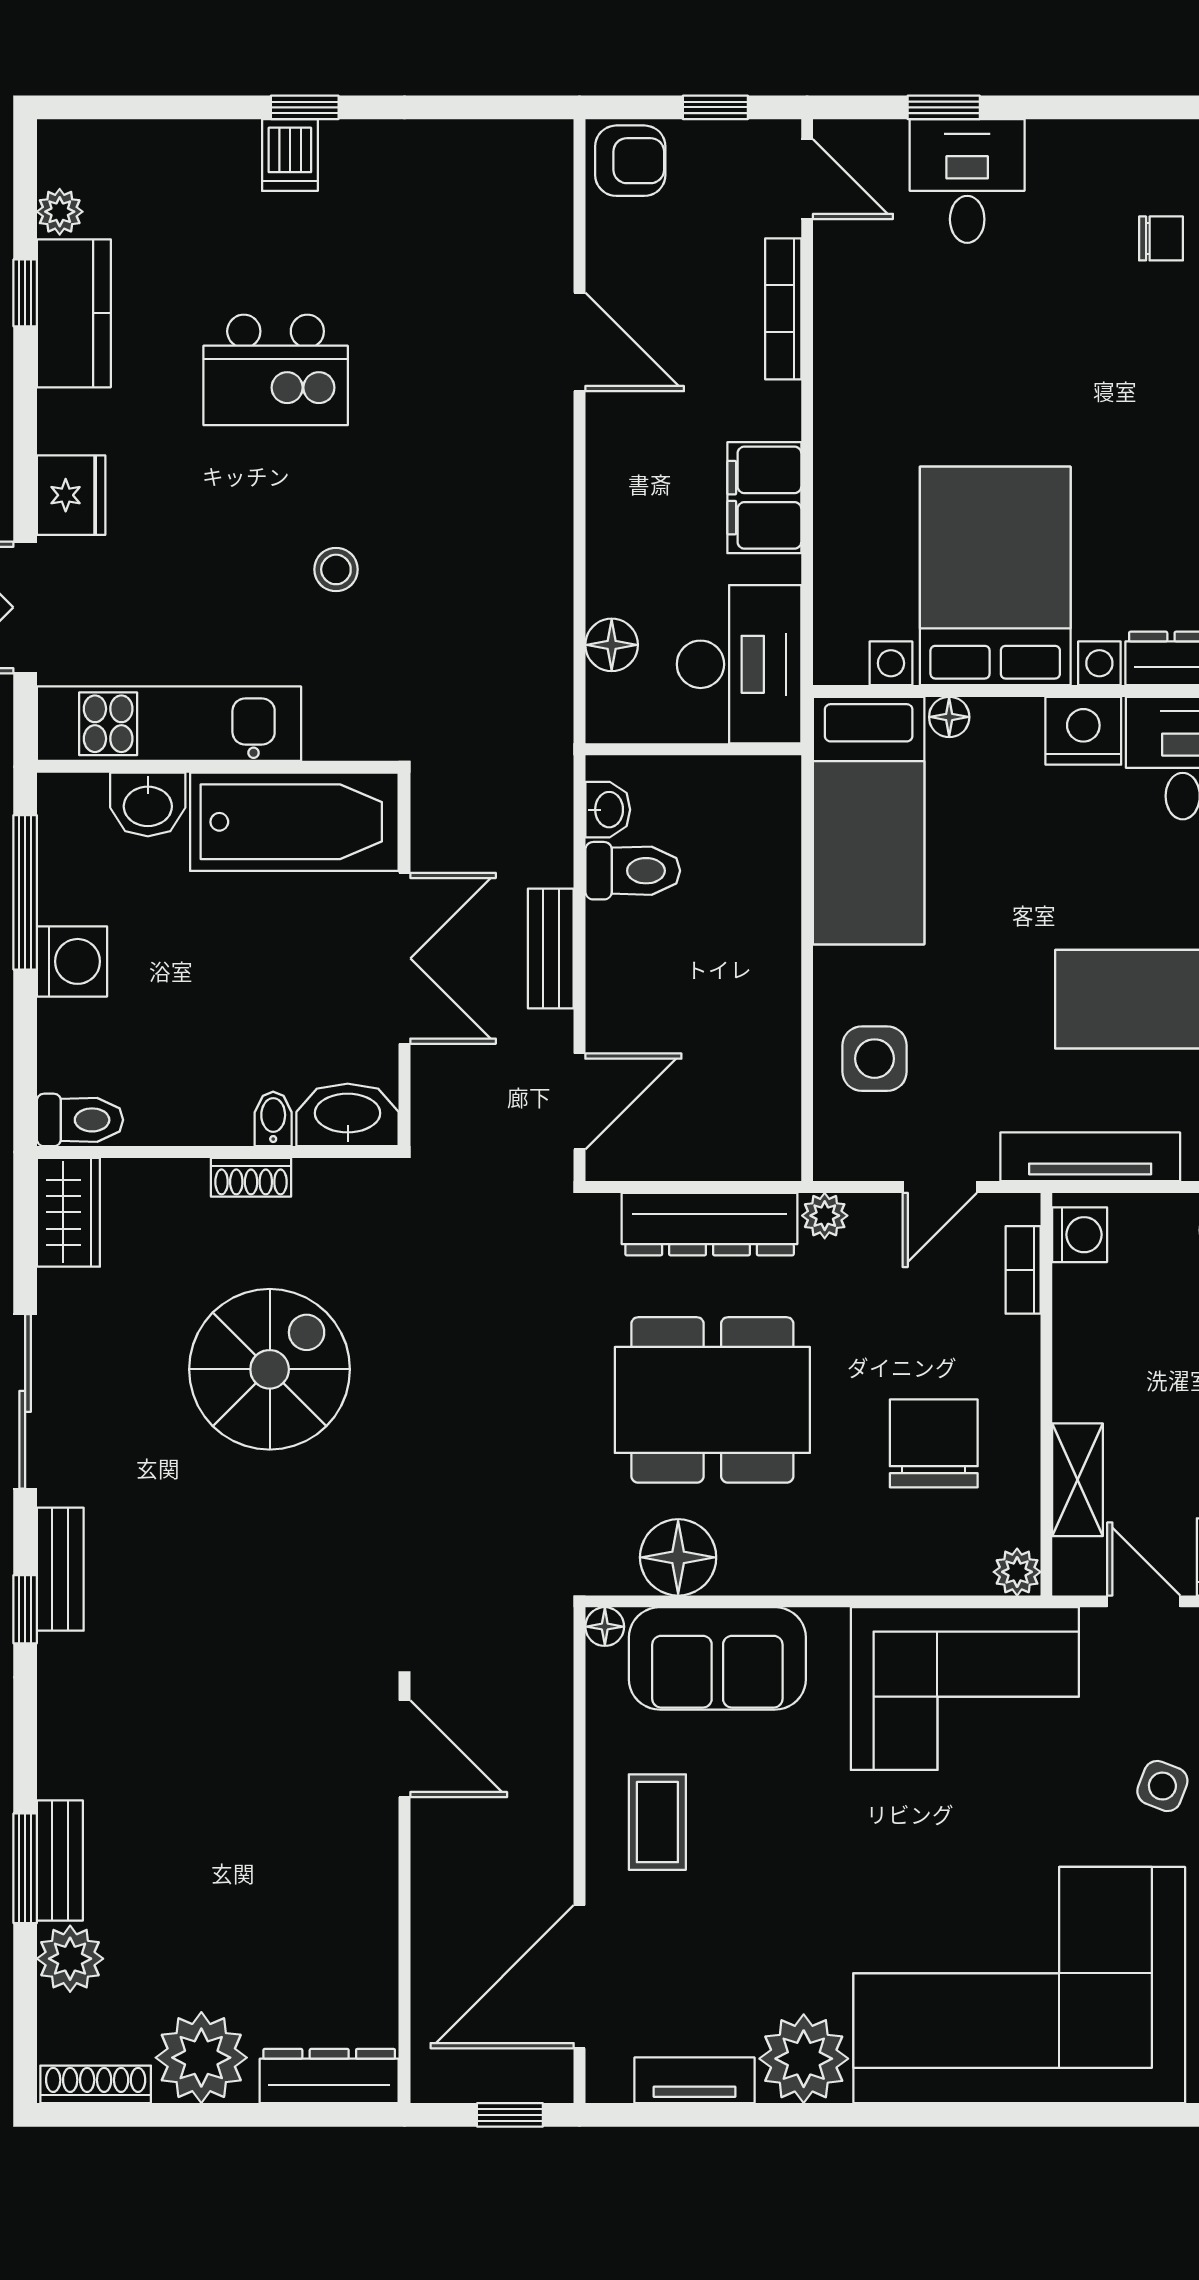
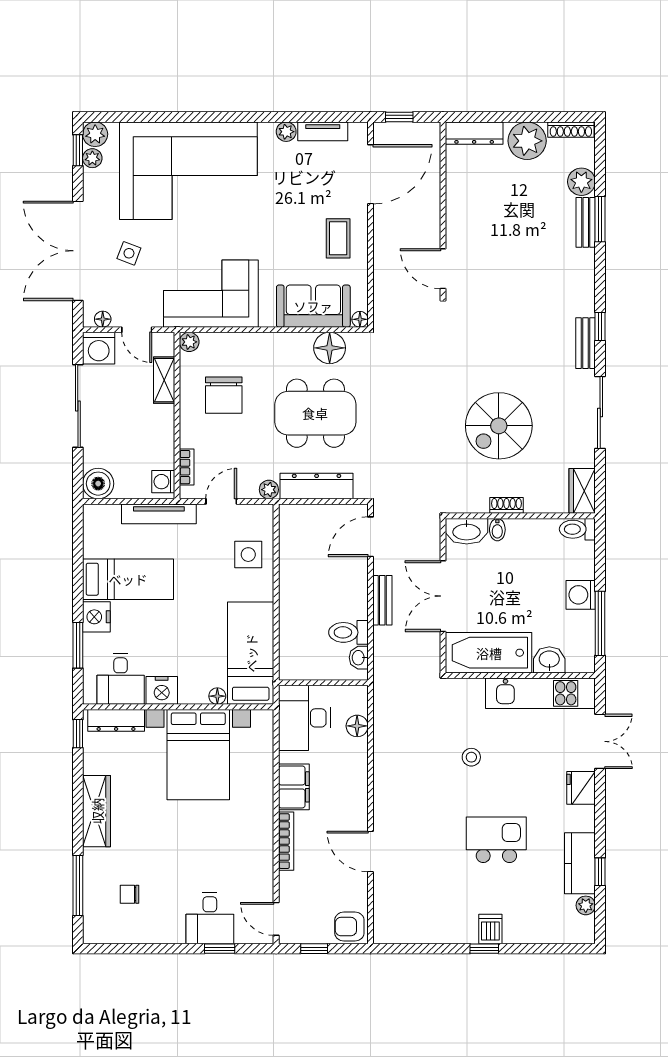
bookcase: (783, 309) -> (286, 841), moved
plant: (804, 2059) -> (286, 132), width x0.53, depth x0.53

